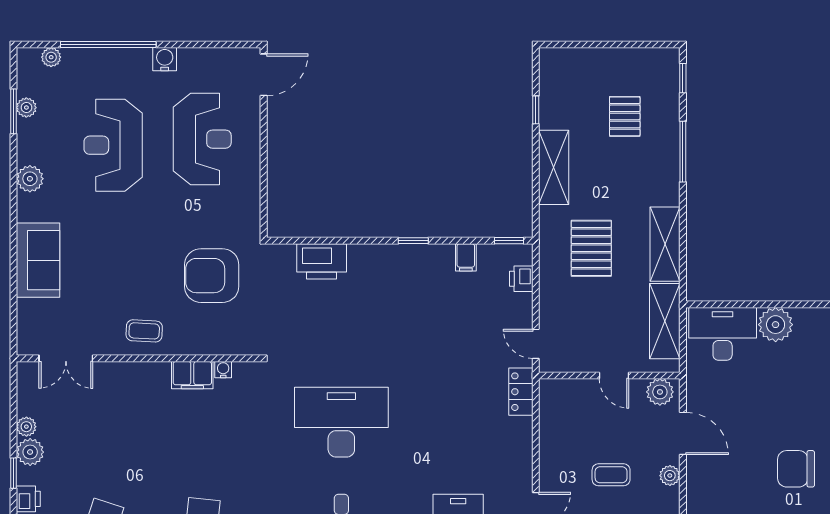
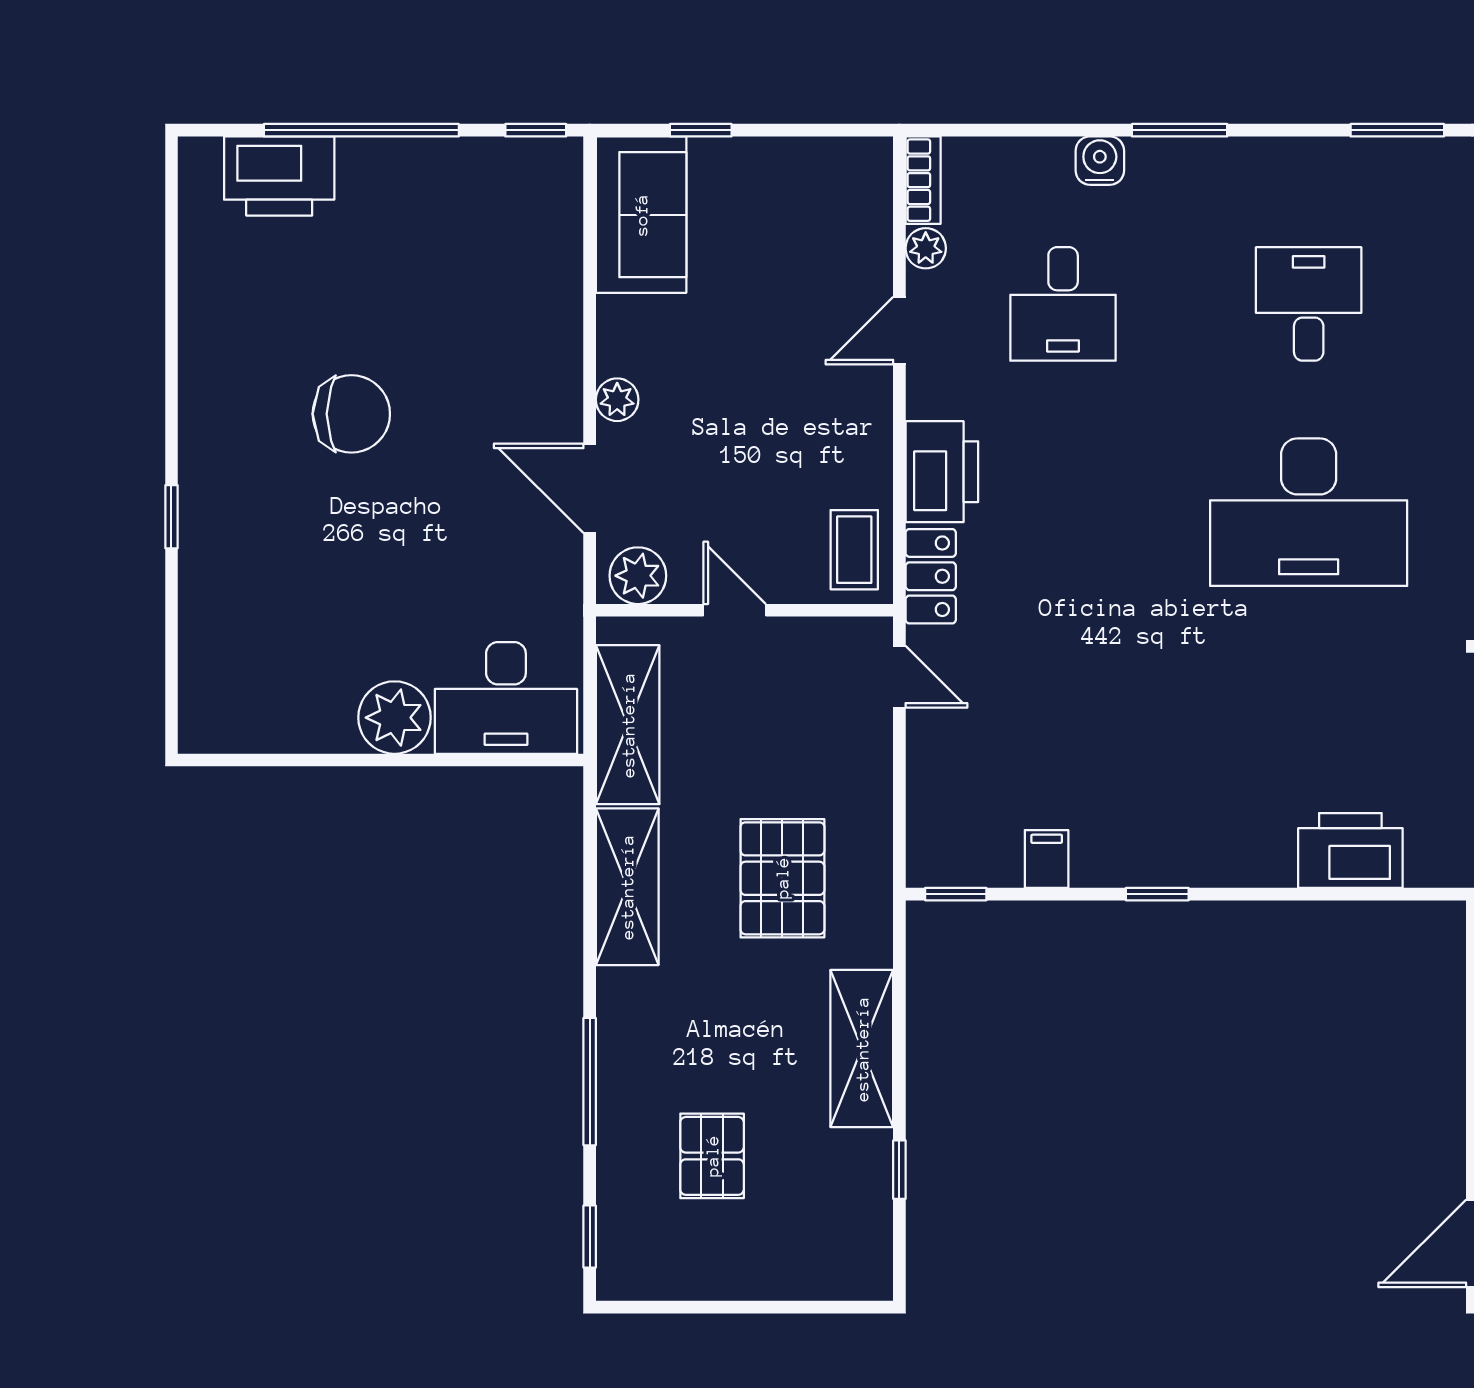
printer: (521, 279) -> (942, 472), moved, width x1.87, depth x1.48
coffee table: (611, 475) -> (854, 550), moved, turned 90

